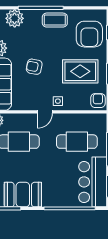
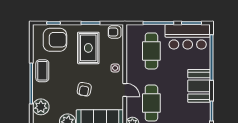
door: (45, 112) -> (125, 90), moved
booth: (23, 195) -> (199, 86), moved

